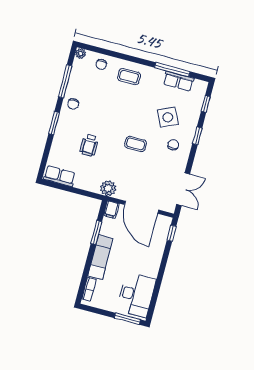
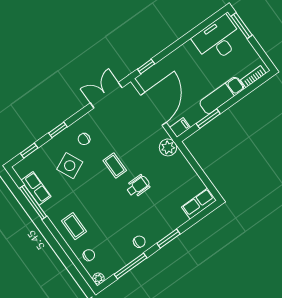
wheelchair: (89, 145) -> (138, 186), moved
row of seats: (59, 176) -> (199, 204), moved, turned 90

